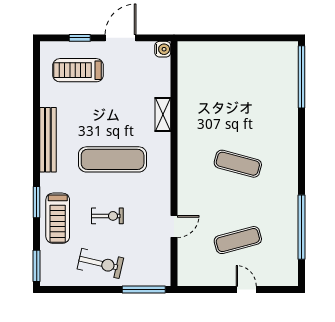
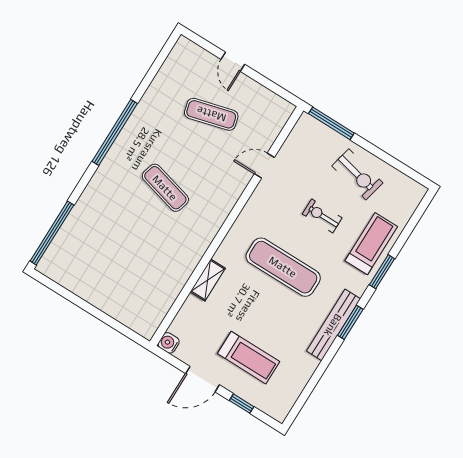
treadmill: (78, 70) -> (249, 358), moved
window: (302, 227) -> (115, 132), moved
exercise bike: (100, 263) -> (357, 174), turned 180
window: (37, 266) -> (350, 322), moved

